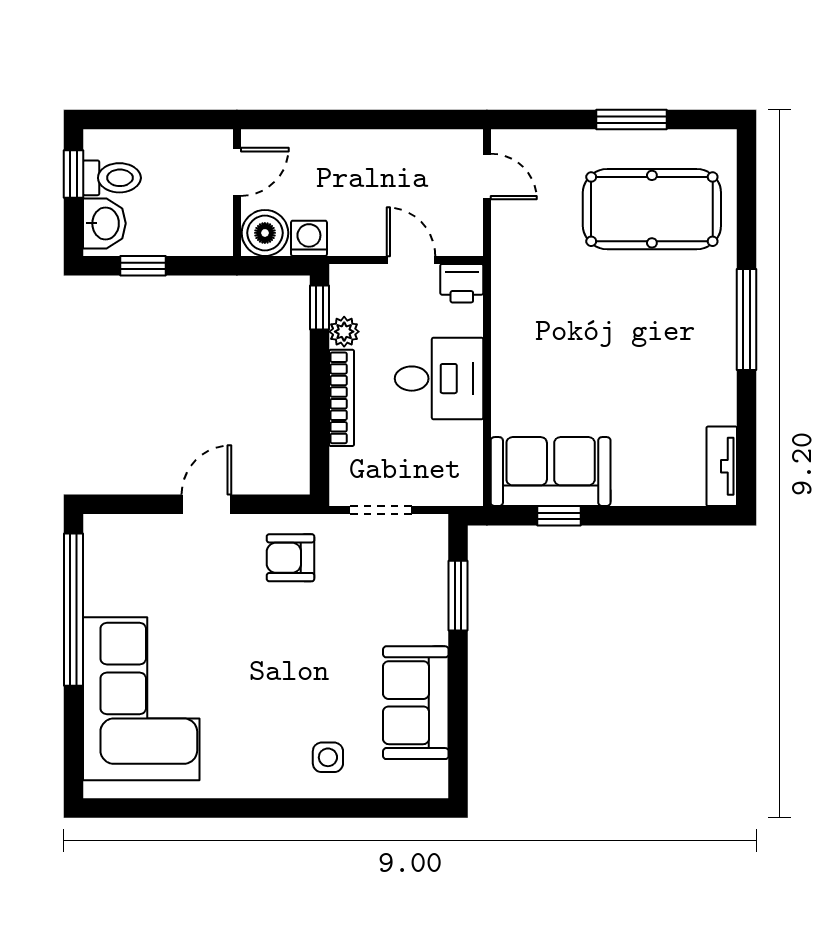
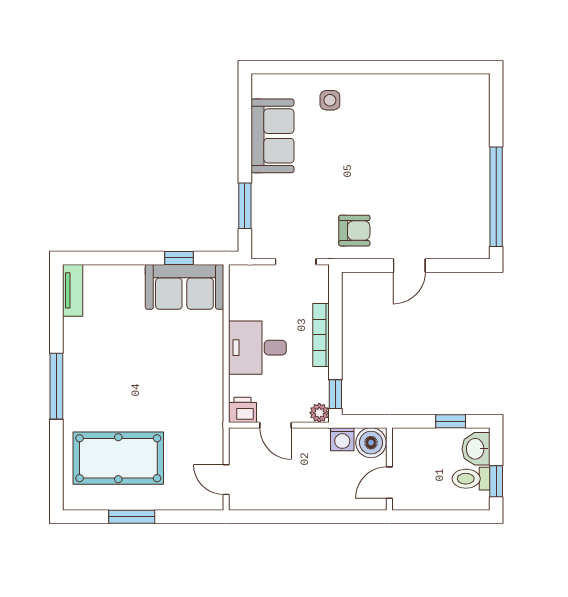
plant: (344, 332) -> (319, 413), moved
corner sofa: (141, 699) -> (452, 139), removed

